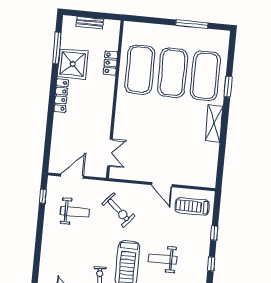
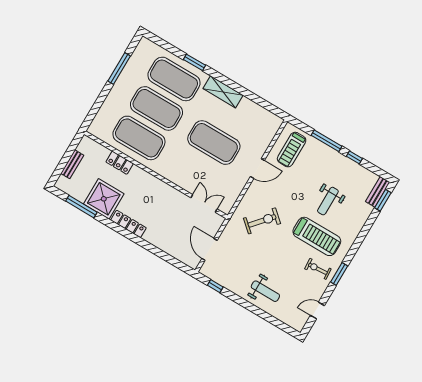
exercise mat: (167, 136) -> (214, 143), added
weight bench: (75, 212) -> (265, 291), moved, turned 90
window: (214, 233) -> (327, 141), width x2.17

